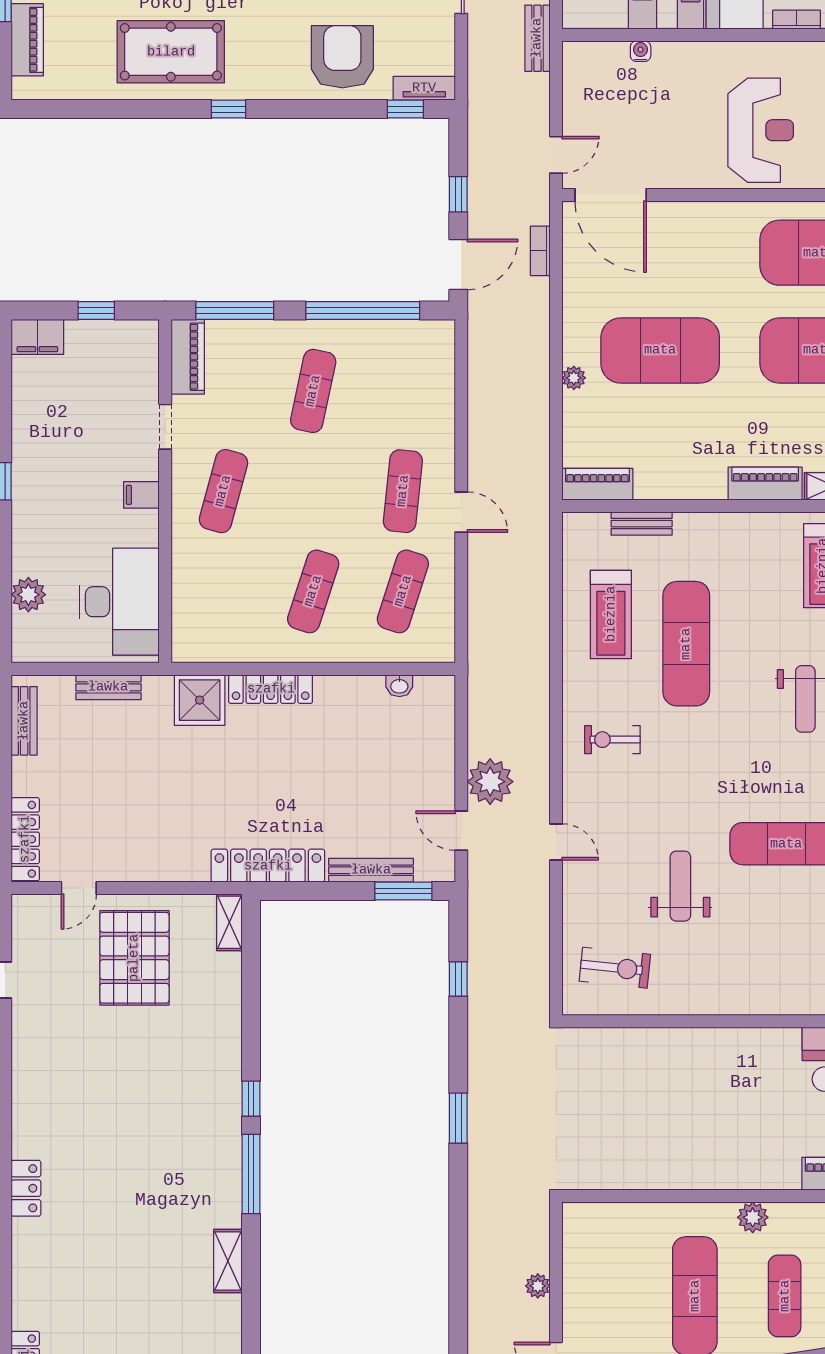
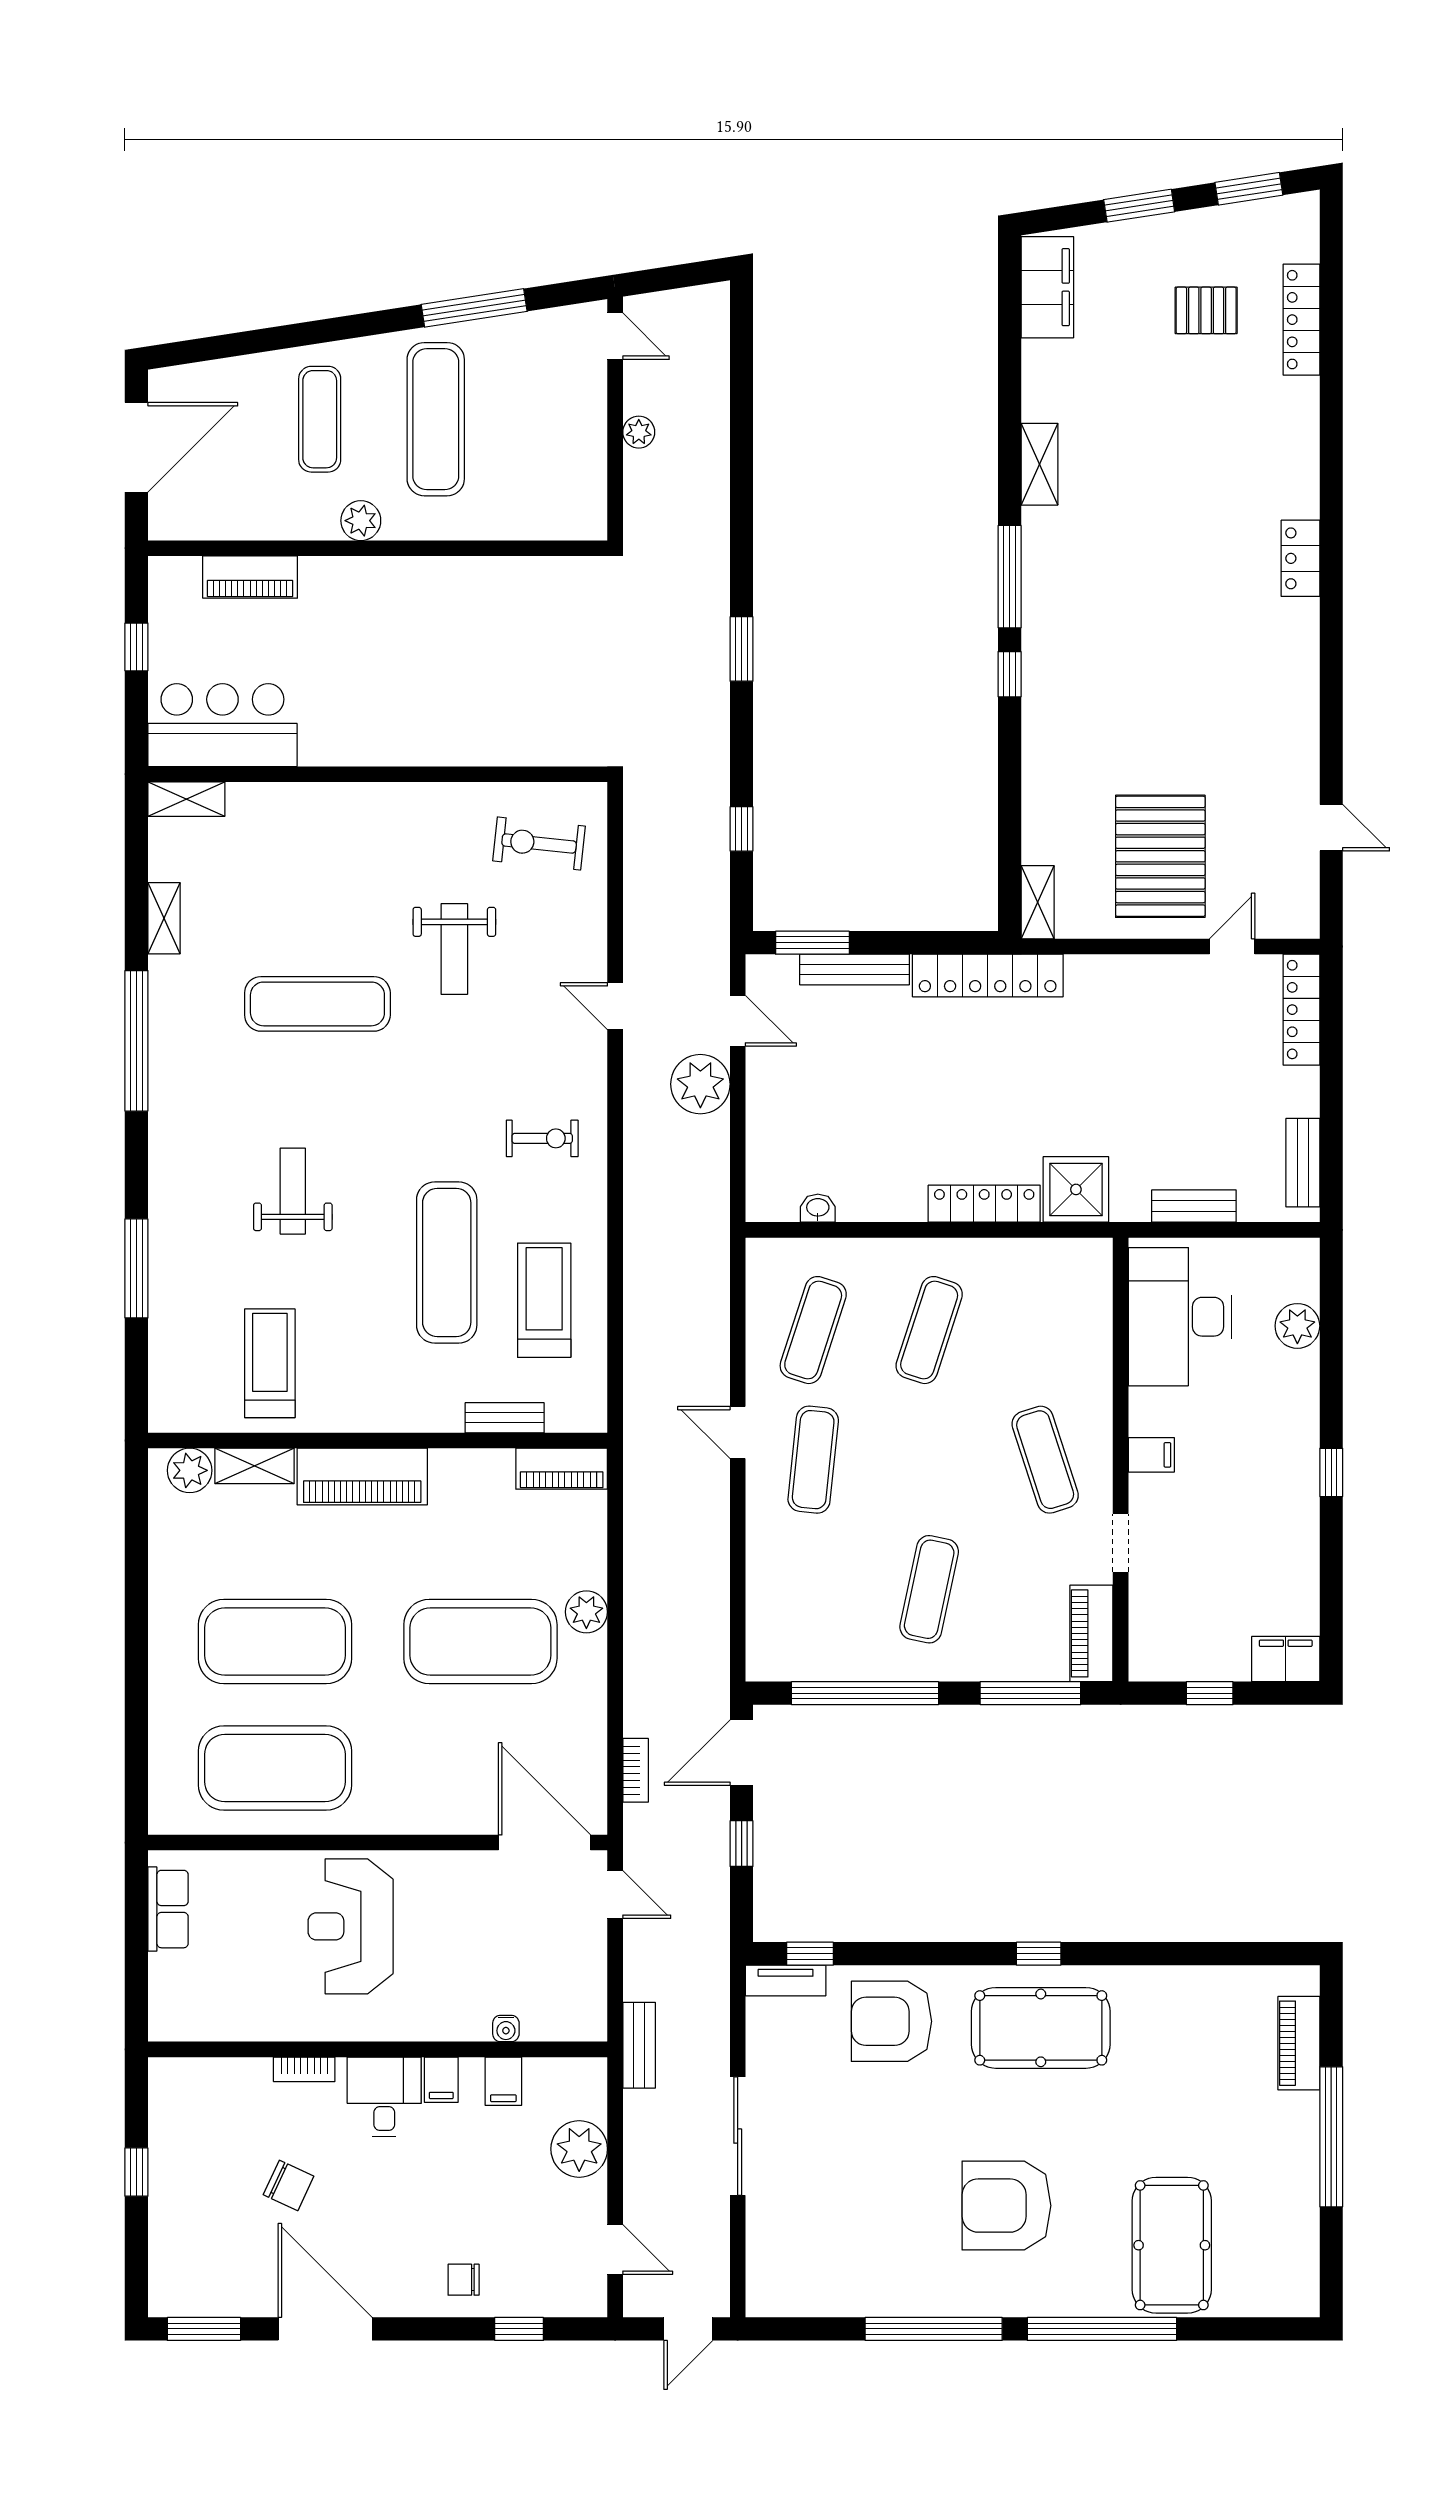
pool table: (171, 52) -> (1041, 2028), moved
armchair: (342, 57) -> (891, 2021), turned 90
door: (556, 155) -> (615, 1895), swing flipped
plant: (574, 378) -> (586, 1612), width x1.38, depth x1.38
piano: (765, 484) -> (362, 1476), width x1.37, depth x1.33
exercise mat: (223, 491) -> (1045, 1460), turned -33

